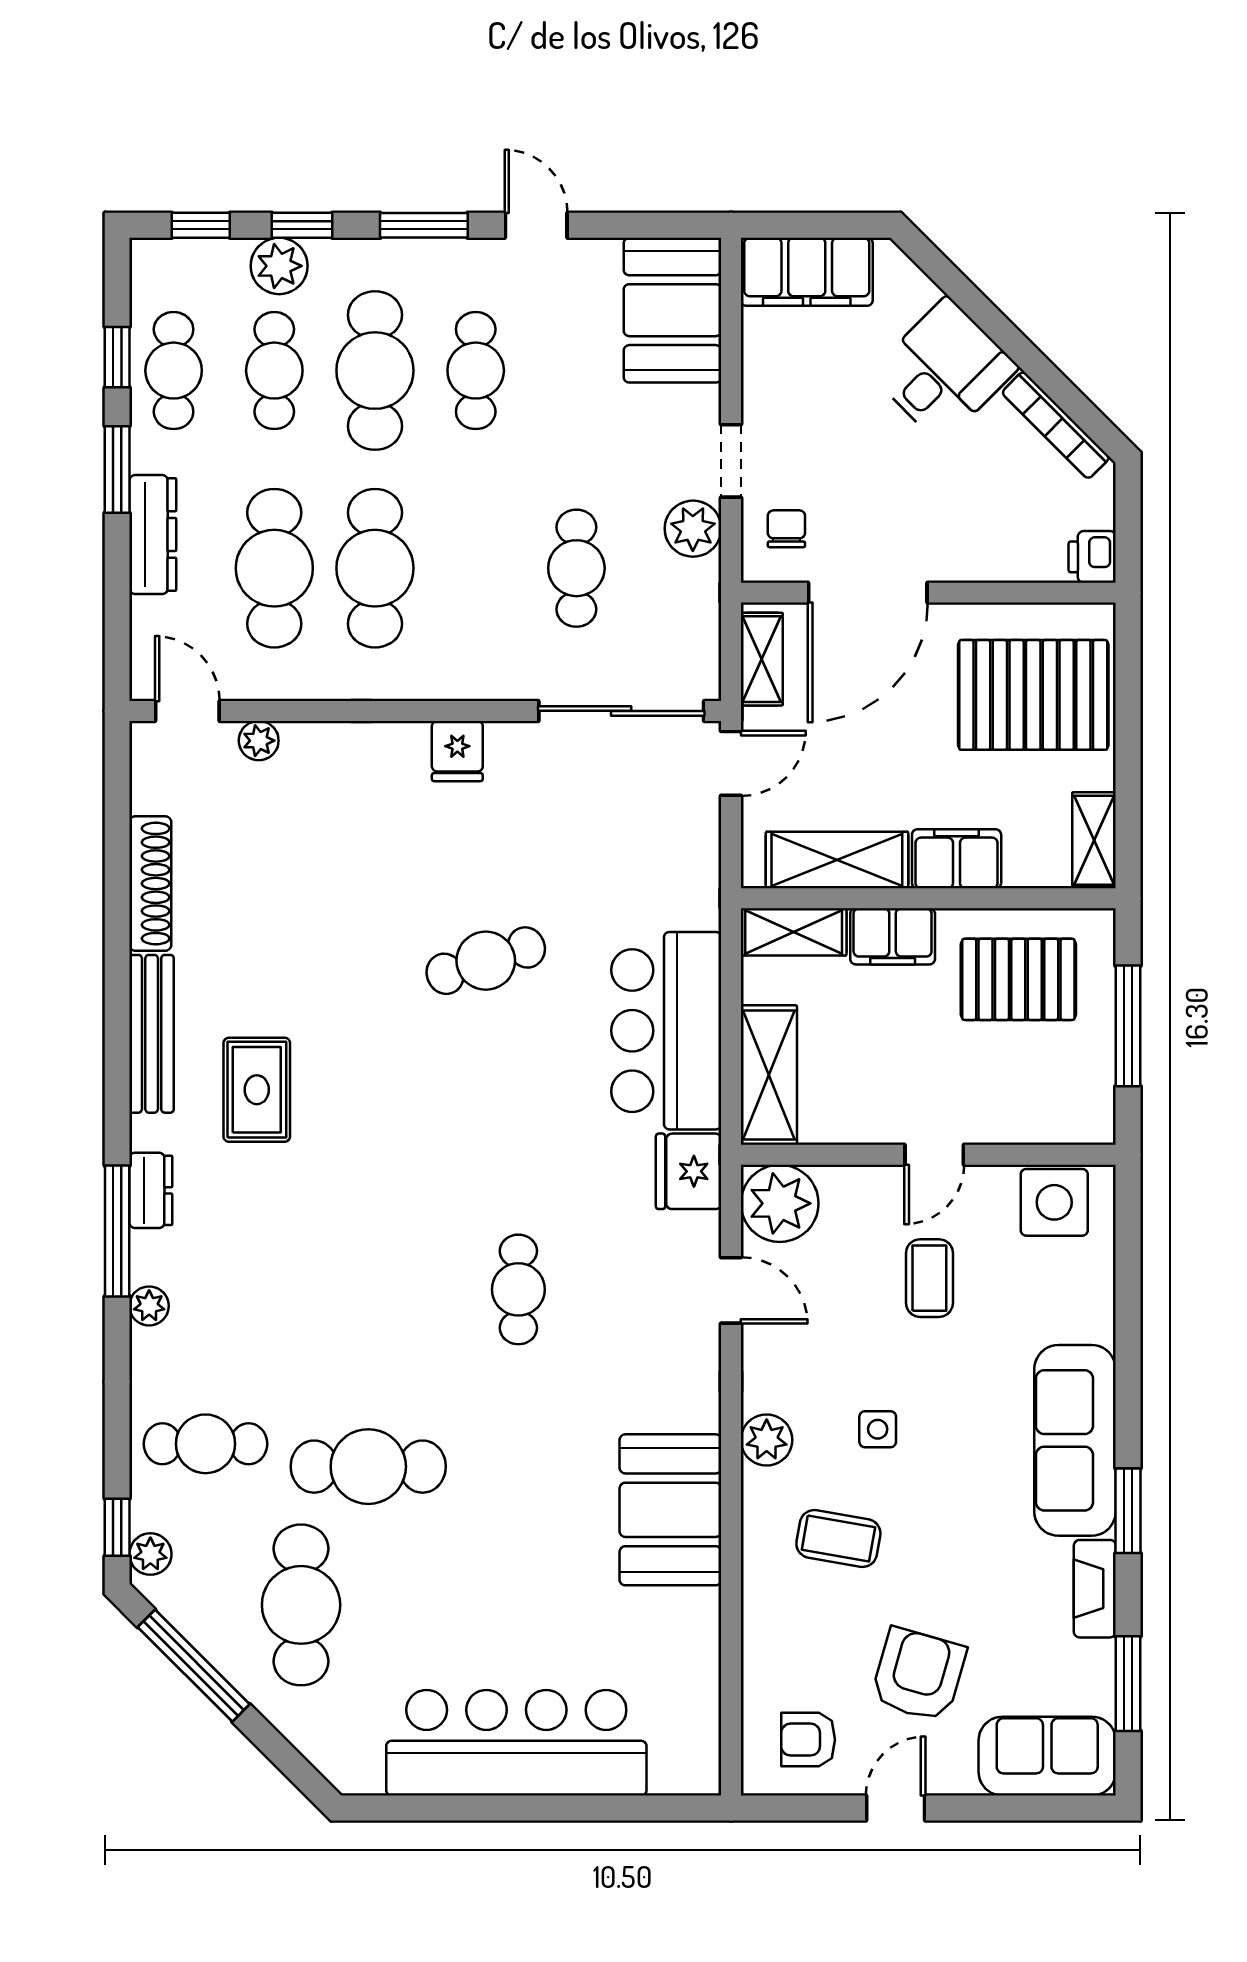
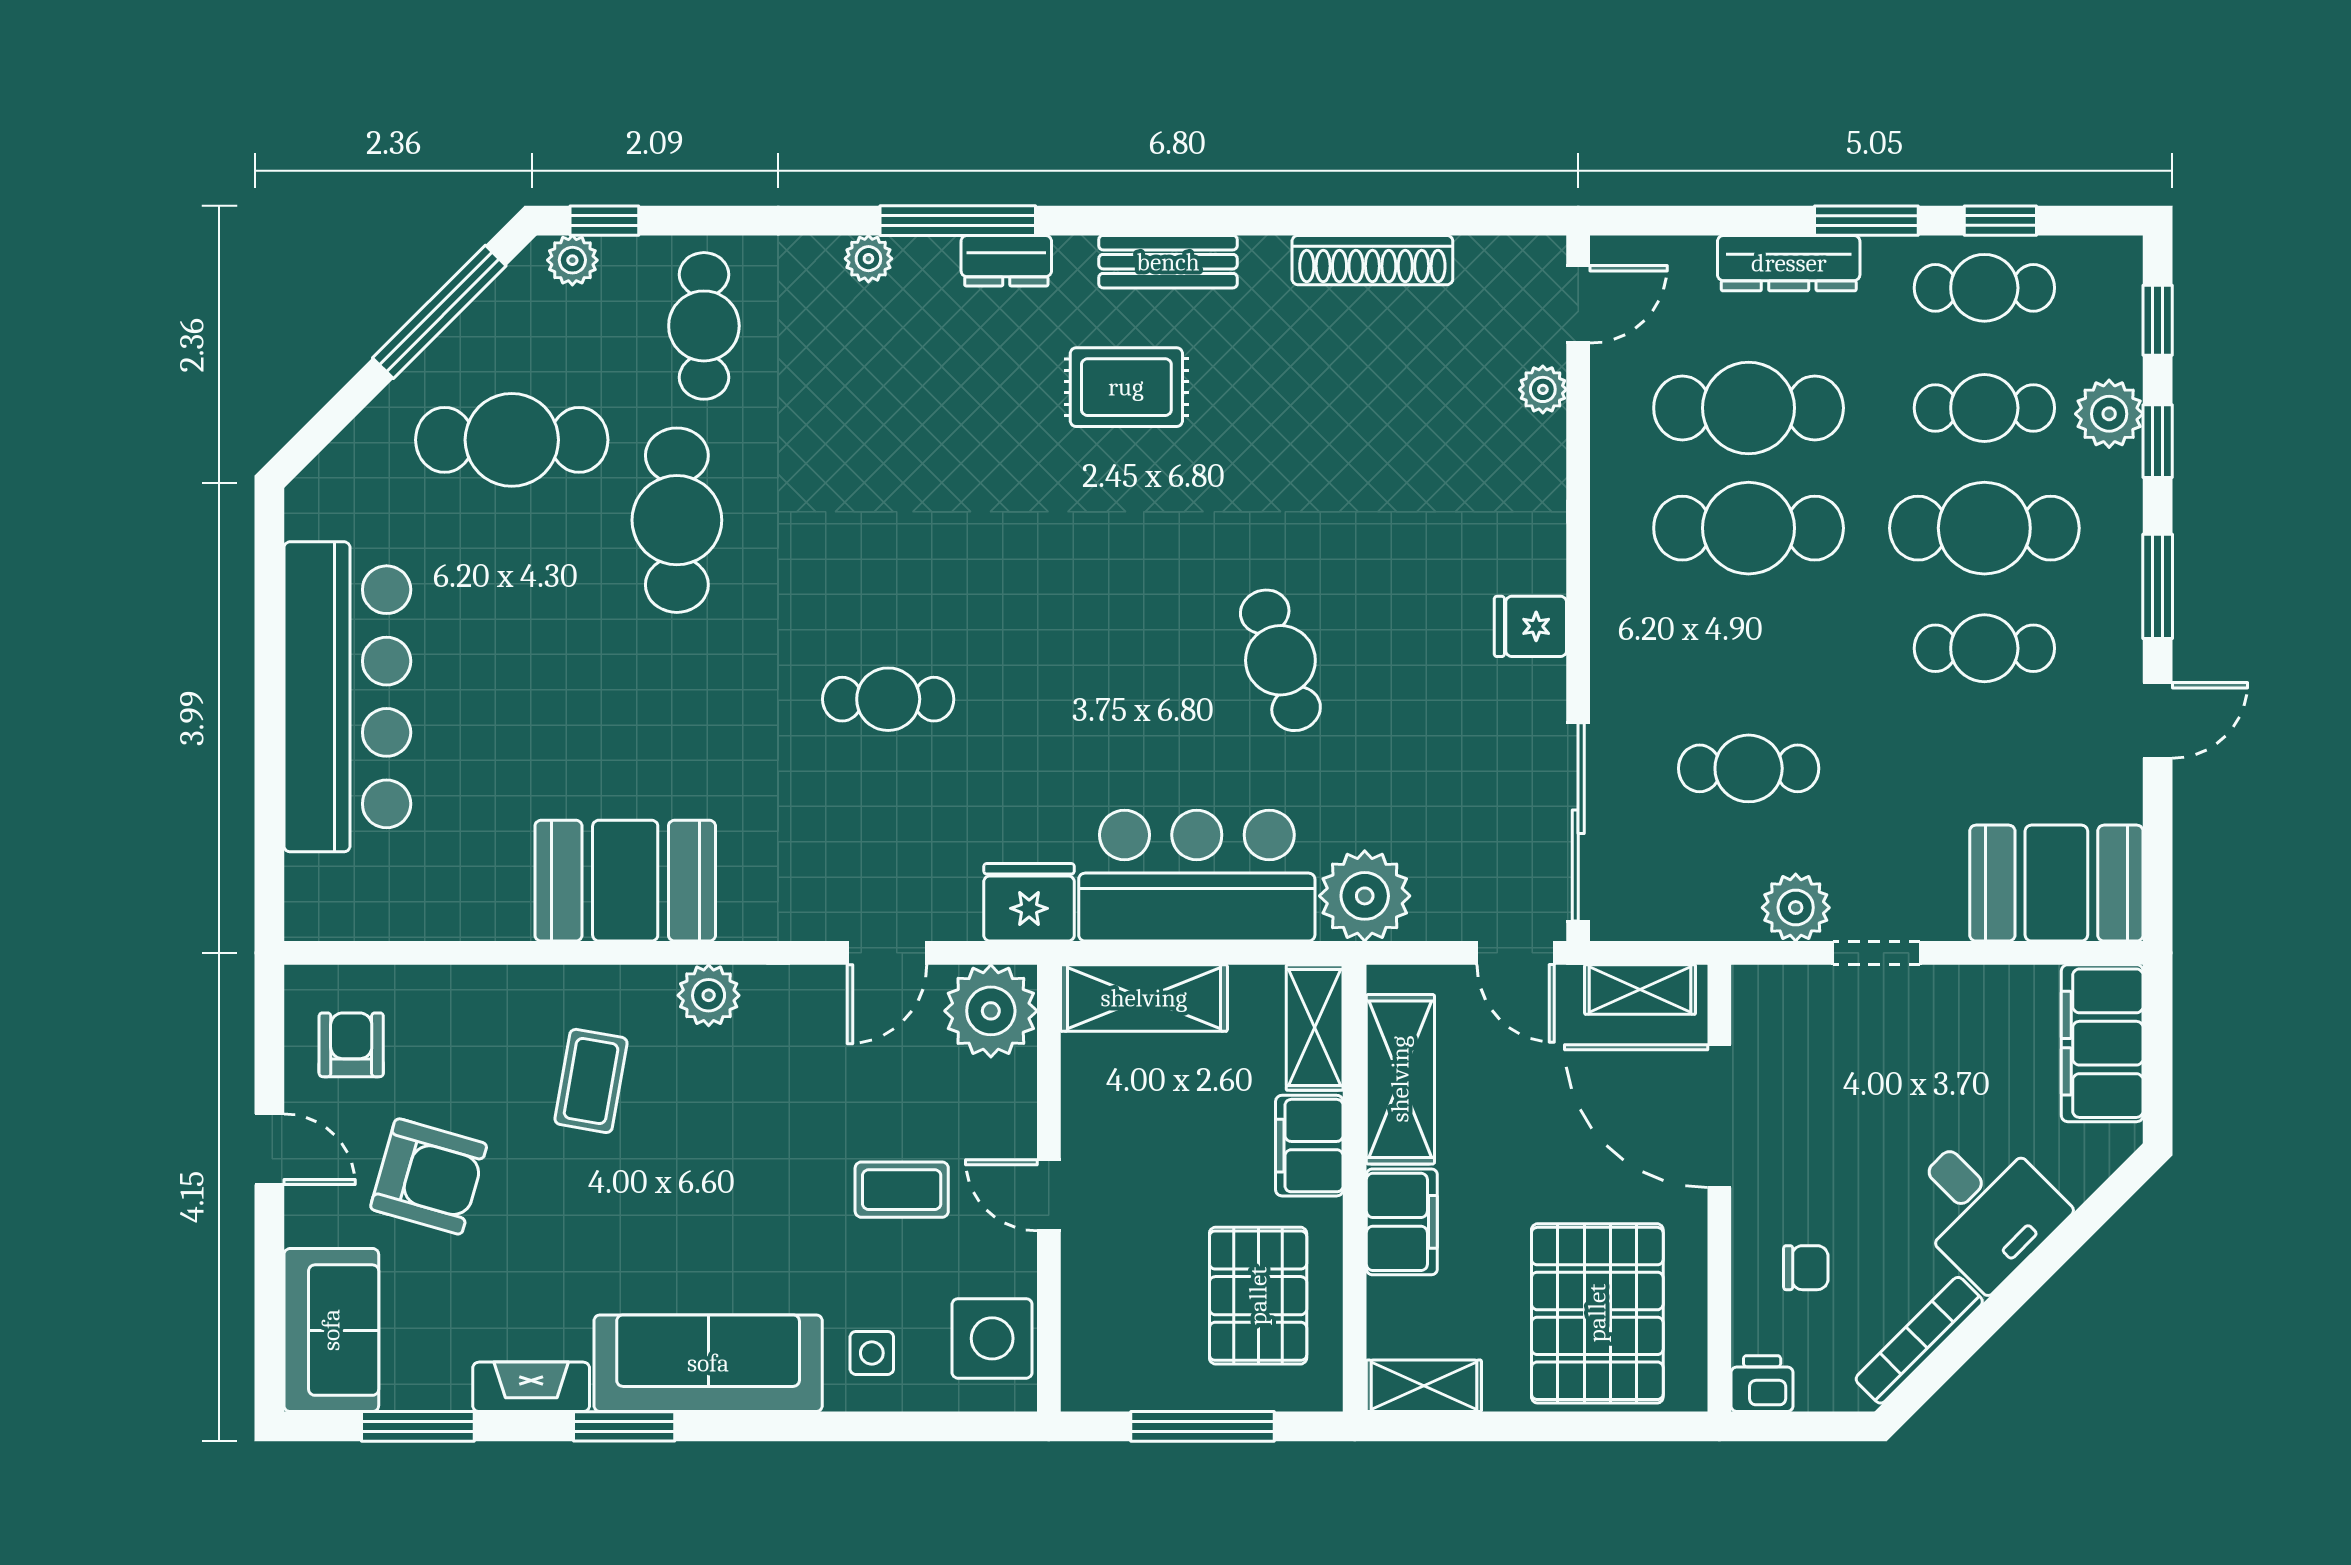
chair: (786, 529) -> (1806, 1268), moved
plant: (683, 890) -> (1365, 896), added
bench: (152, 1034) -> (1168, 262), width x0.73
side table: (878, 1429) -> (872, 1353), moved

